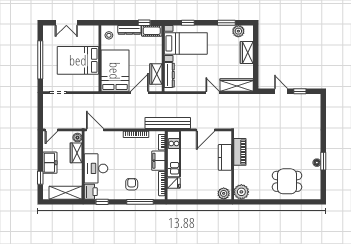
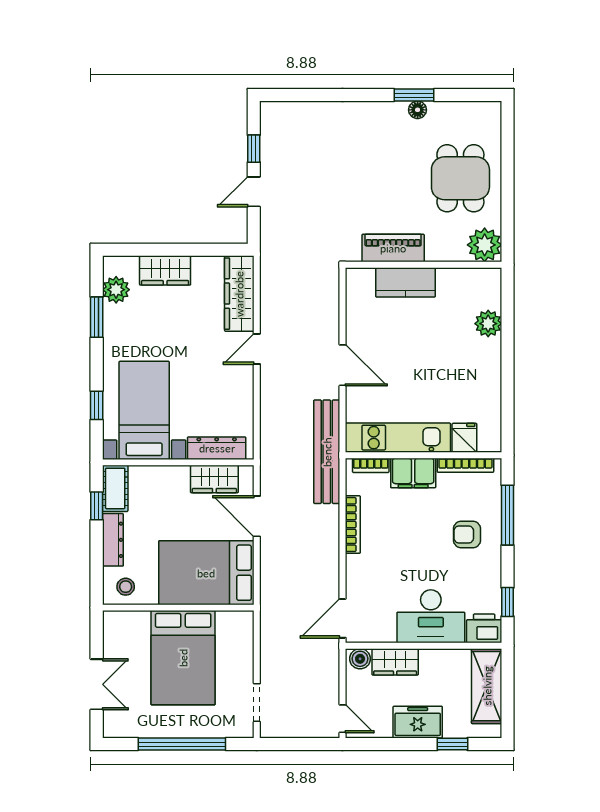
piano: (240, 152) -> (393, 248), moved
kitchen counter: (225, 157) -> (406, 282), moved
wall: (233, 165) -> (423, 265), moved
plant: (241, 192) -> (485, 245), moved

